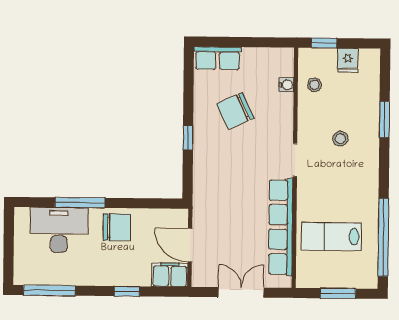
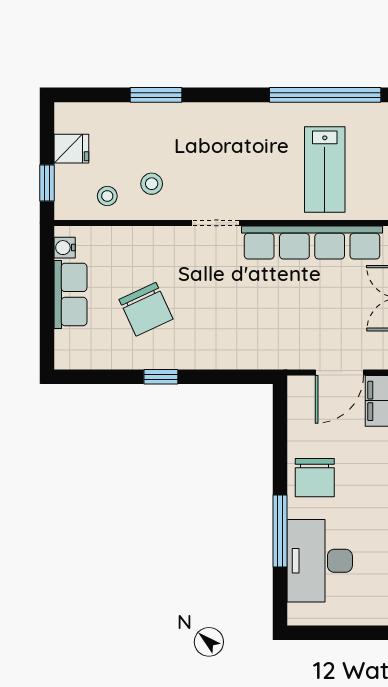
row of seats: (218, 58) -> (70, 294), moved
water cooler: (286, 85) -> (65, 248), moved, turned -90
window: (188, 138) -> (161, 377), moved
stool: (340, 139) -> (152, 184), moved
chair: (117, 227) -> (315, 478), turned 180

